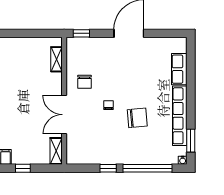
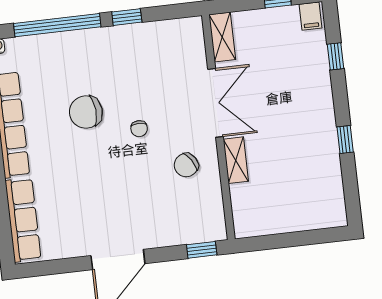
shelving: (57, 59) -> (236, 160), moved
row of seats: (179, 69) -> (23, 220), width x1.48
chair: (85, 82) -> (186, 165), turned -123

